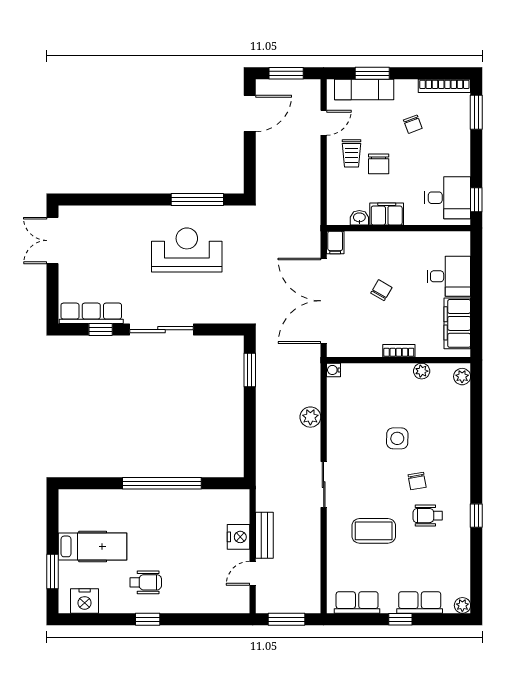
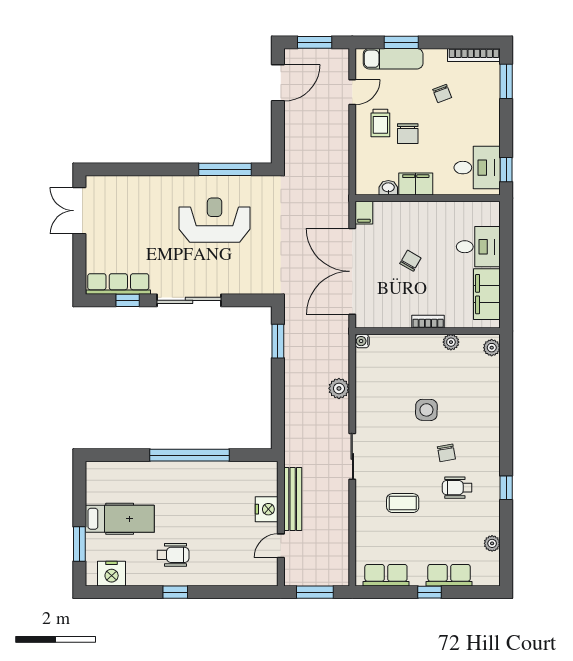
coffee table: (374, 531) -> (403, 503), width x0.73, depth x0.77
bench: (264, 535) -> (293, 499), width x1.36
plant: (462, 605) -> (492, 543), moved

